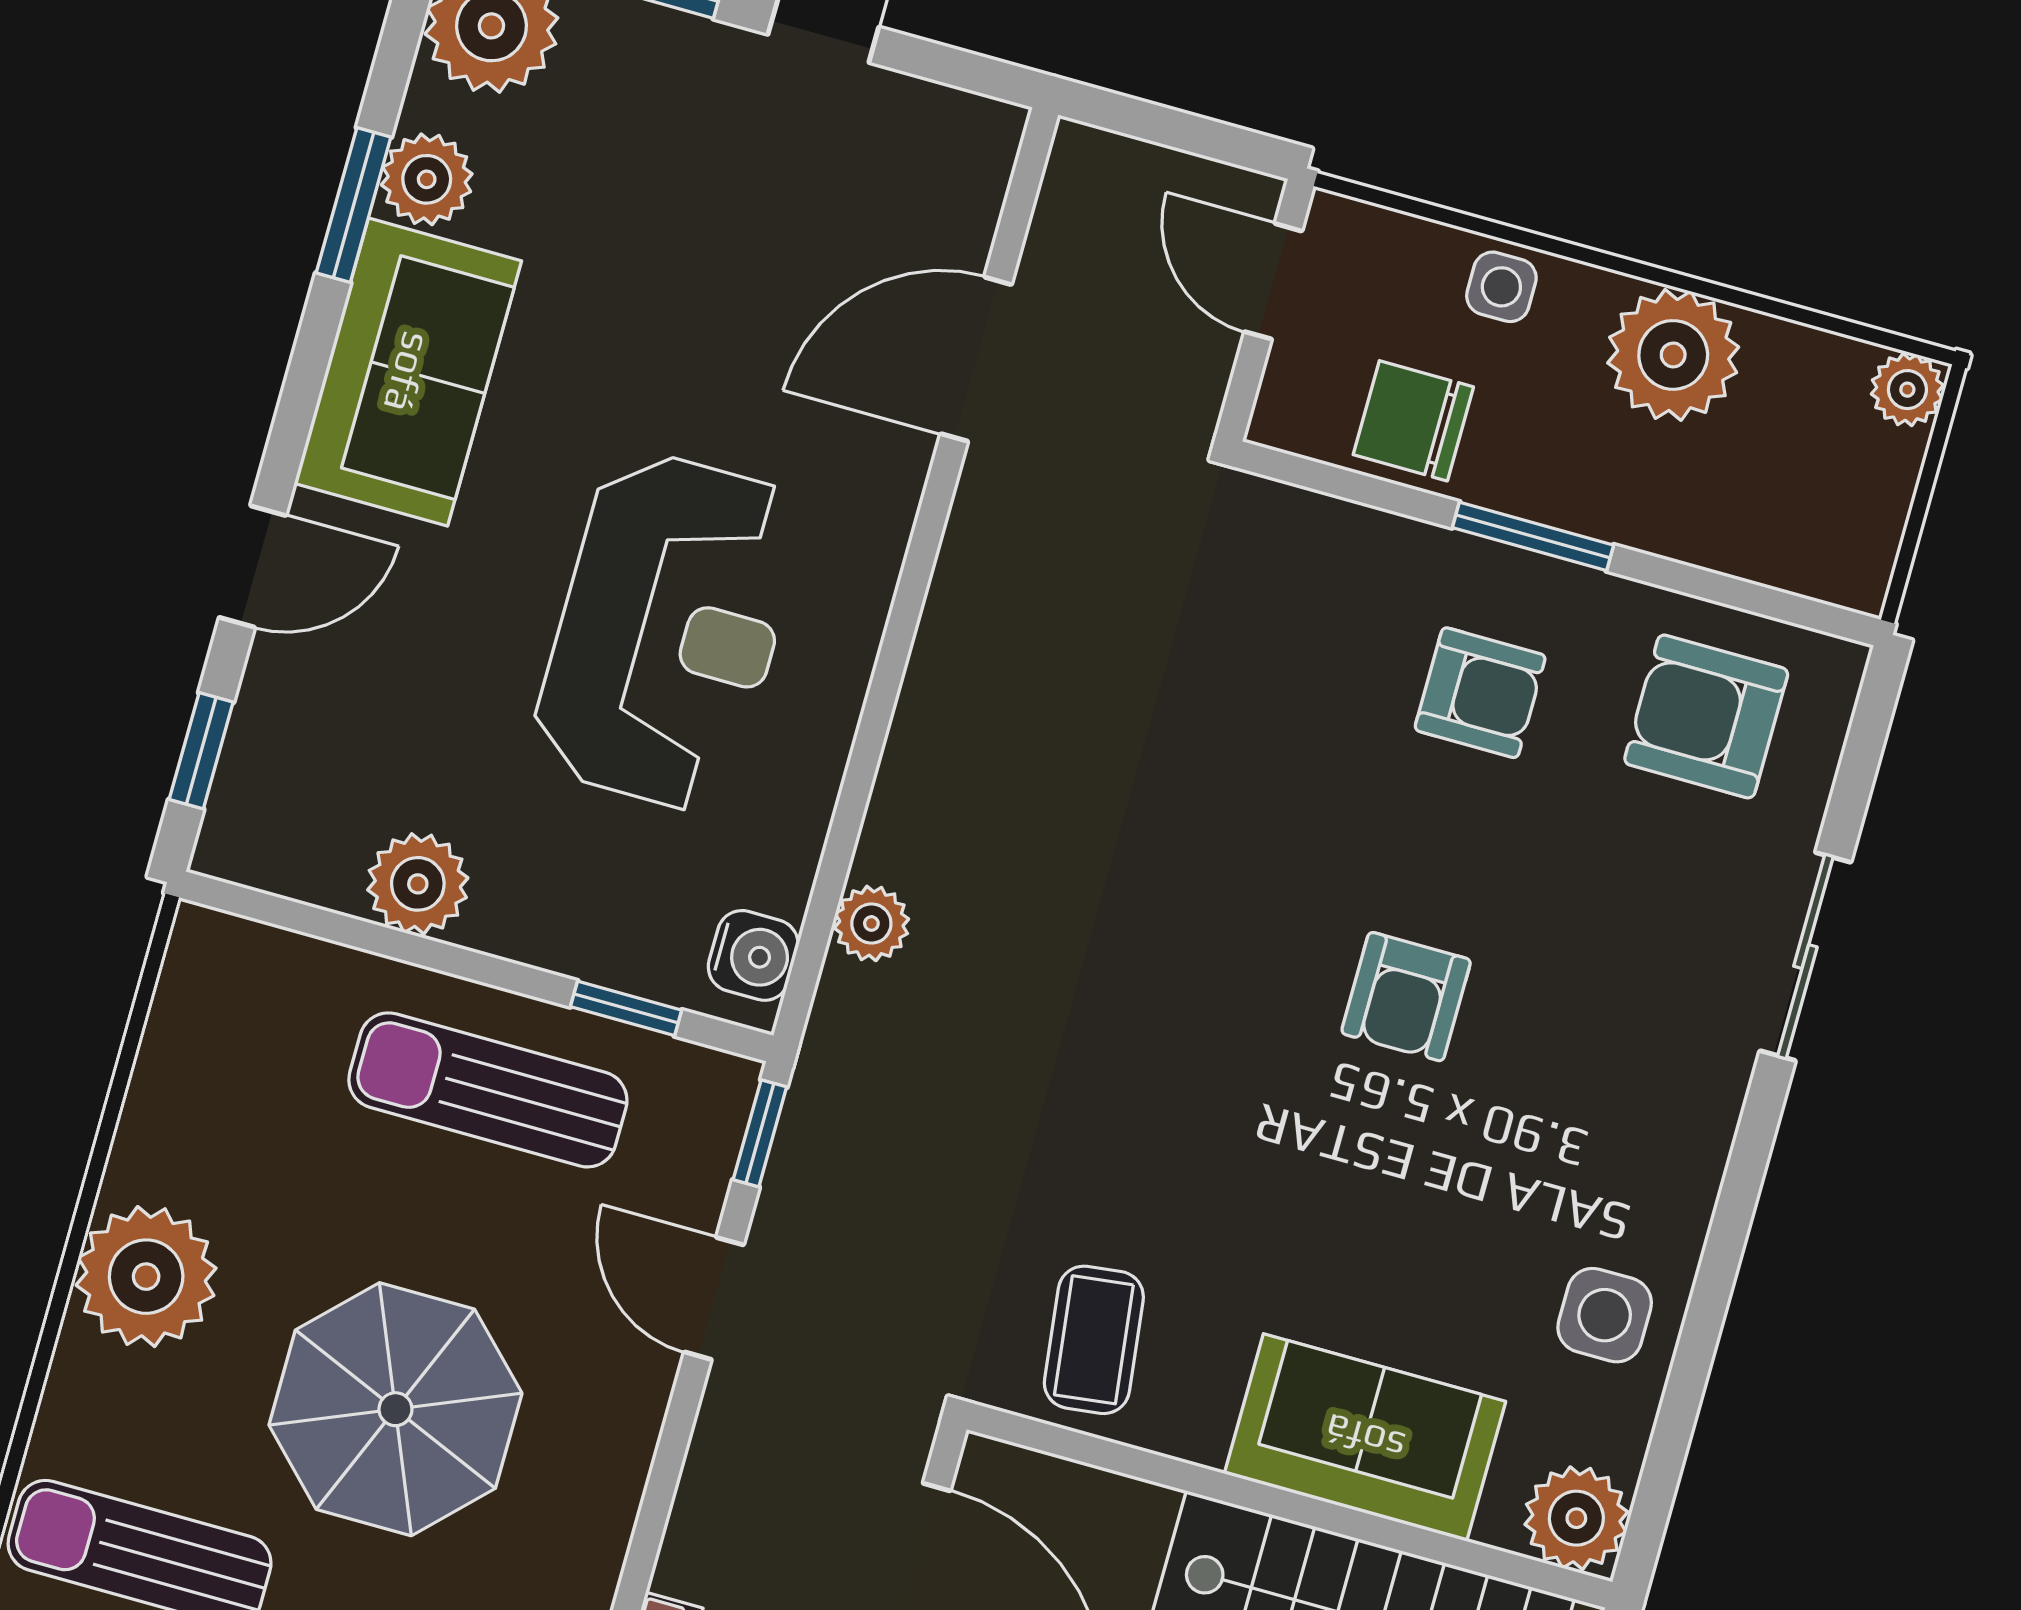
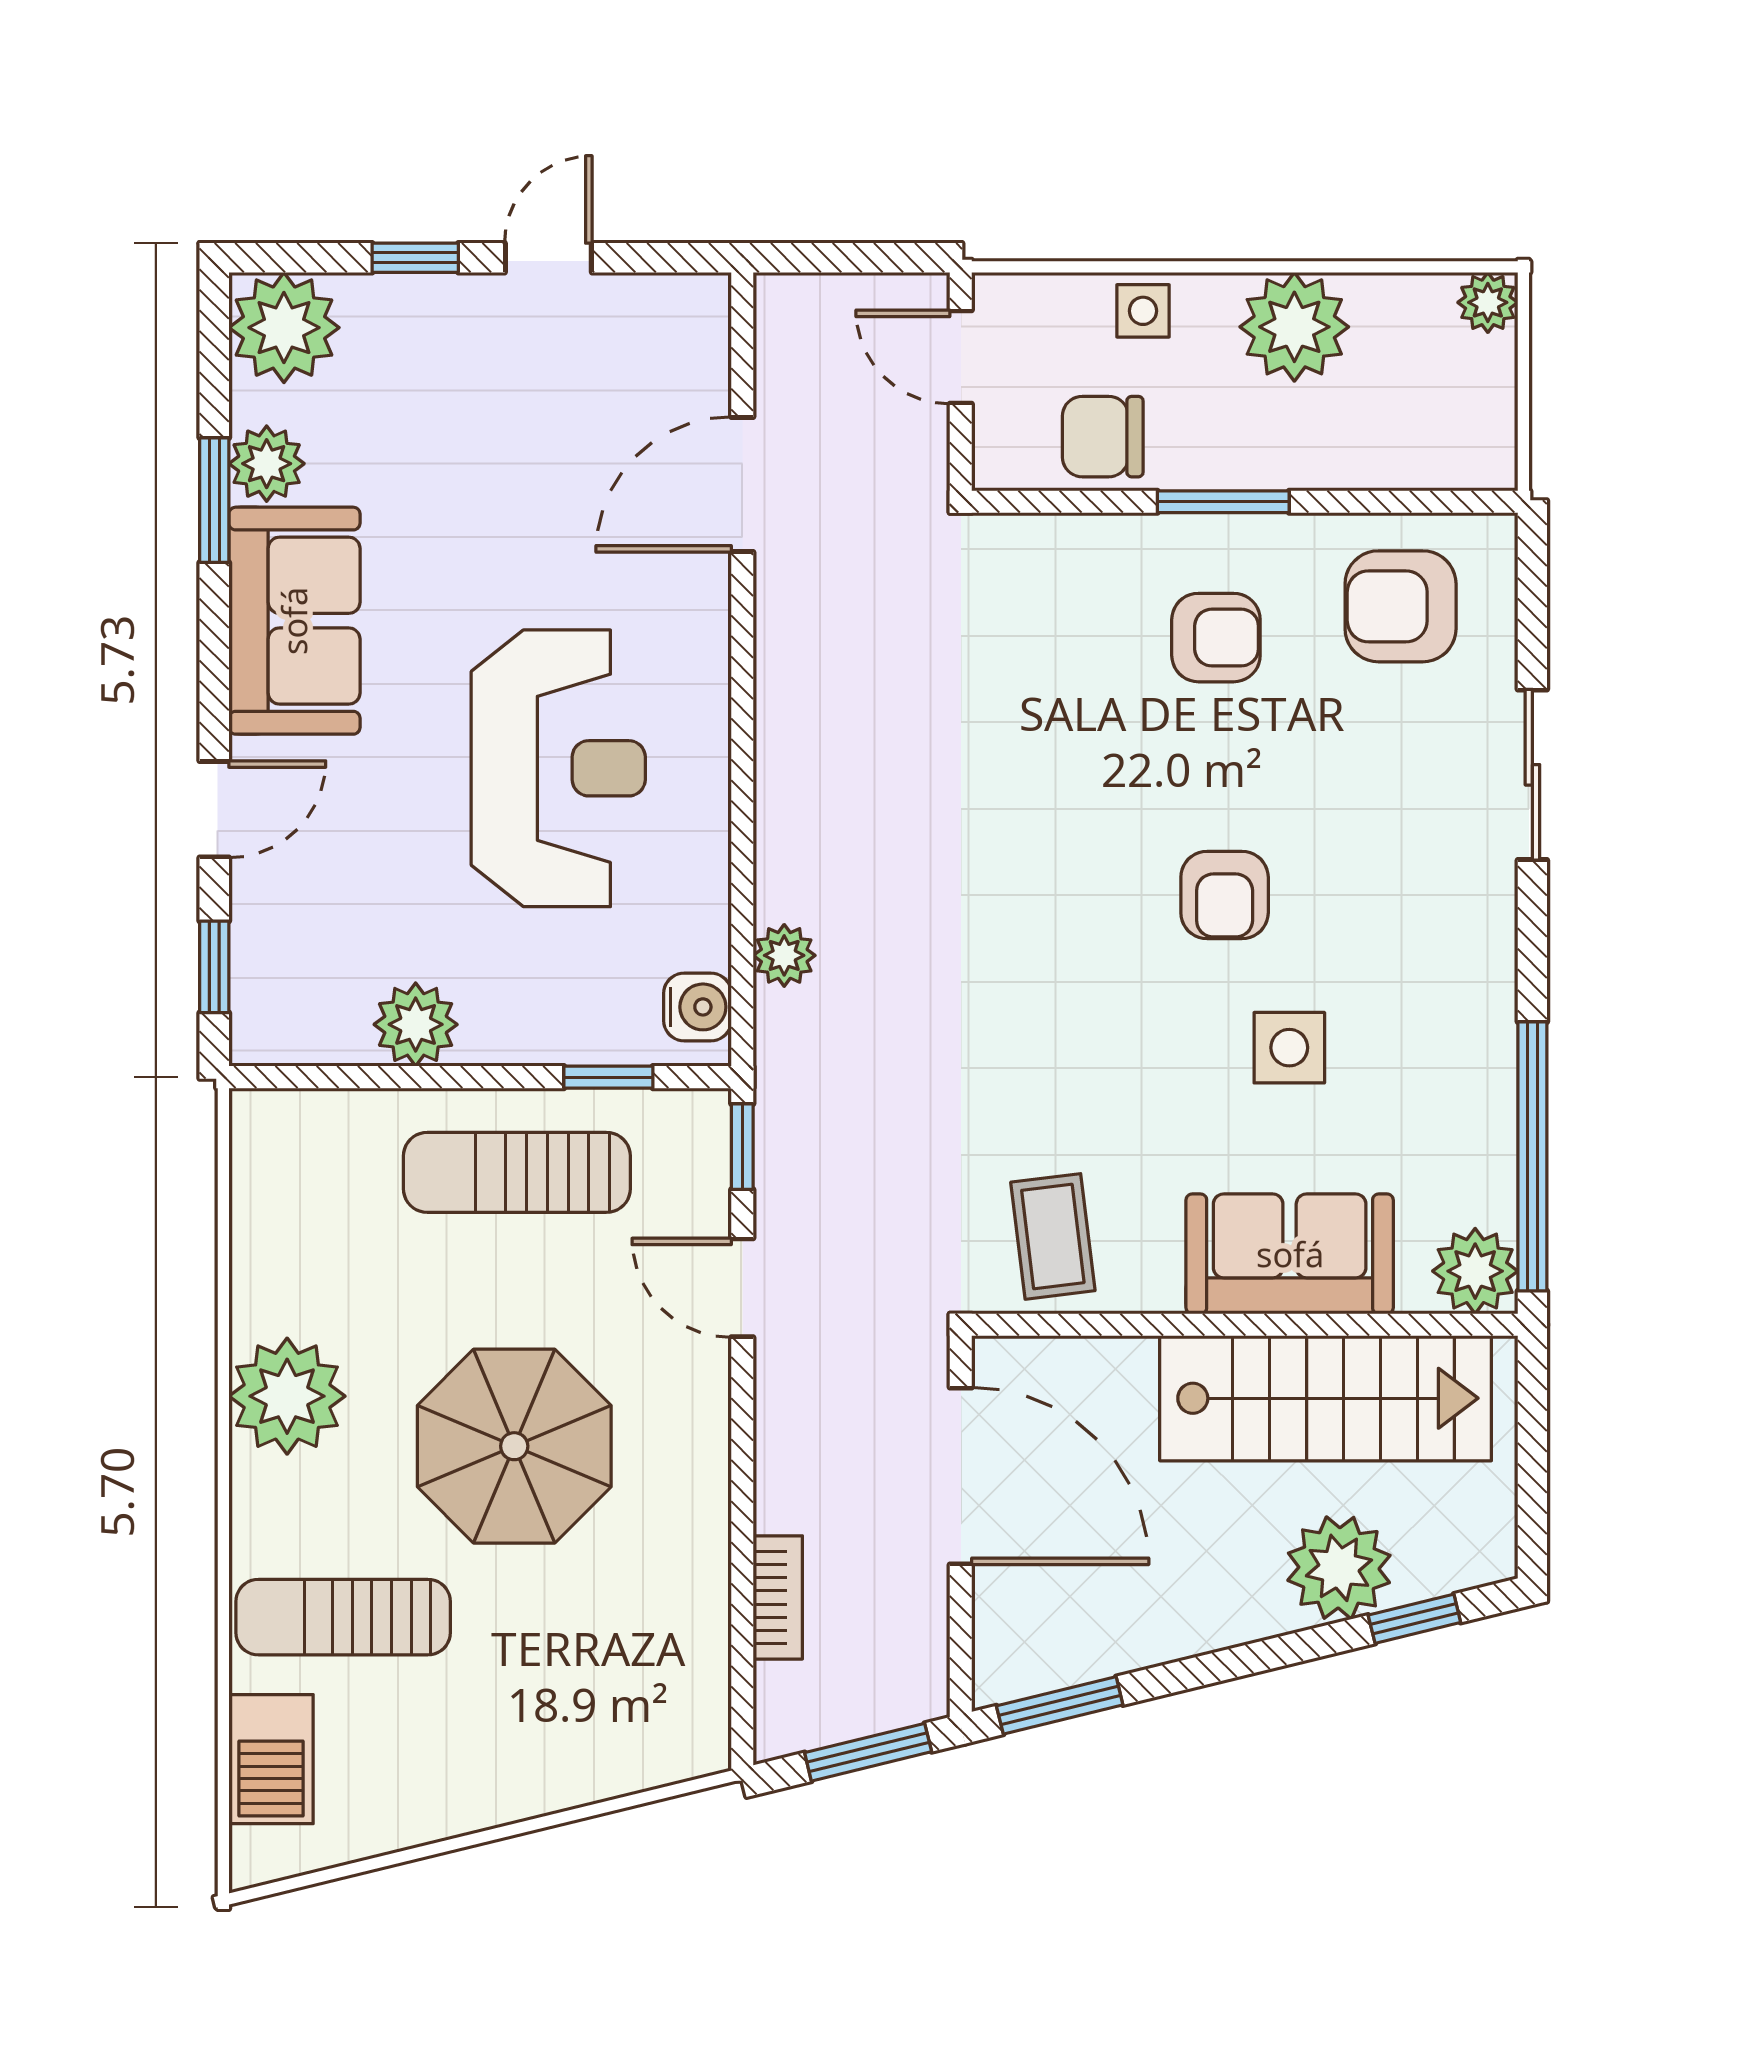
side table: (1605, 1315) -> (1289, 1048), moved
window: (1681, 1403) -> (1532, 1156), added

